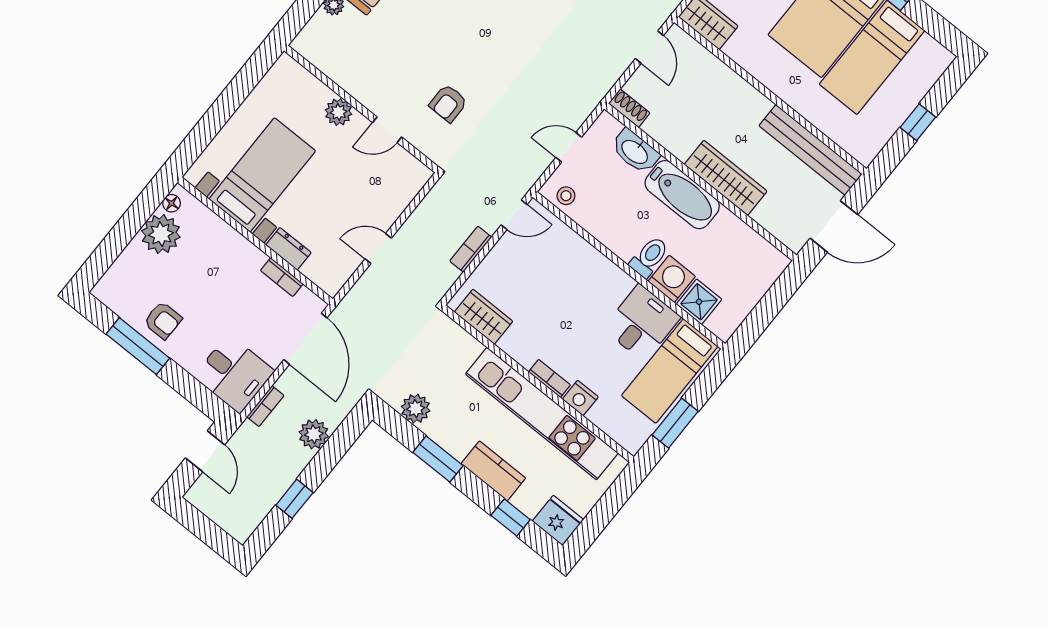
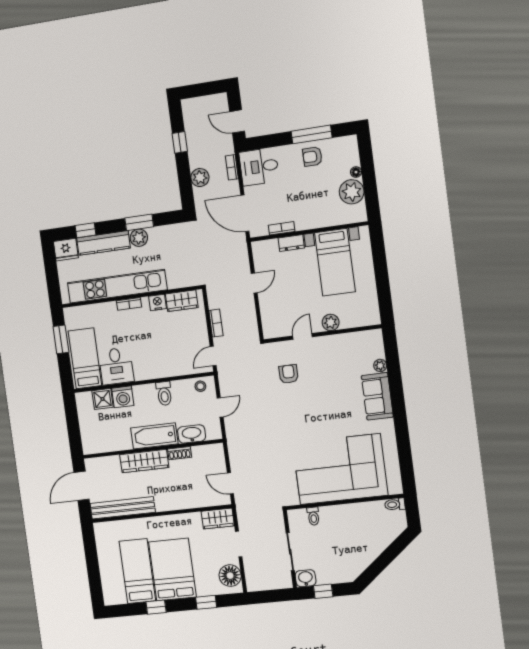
shoe rack: (629, 108) -> (180, 453), moved
window: (918, 122) -> (92, 563), removed
floor lamp: (172, 203) -> (356, 172), moved
toilet: (649, 257) -> (164, 393), moved
nightstand: (580, 398) -> (157, 302), moved
plant: (416, 409) -> (139, 238), moved
kitchen counter: (493, 471) -> (103, 243), width x1.50

